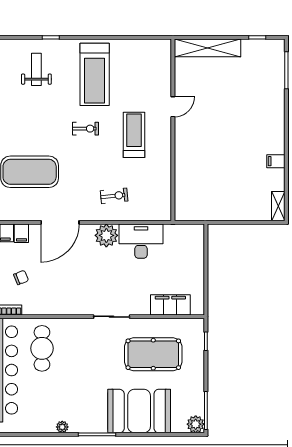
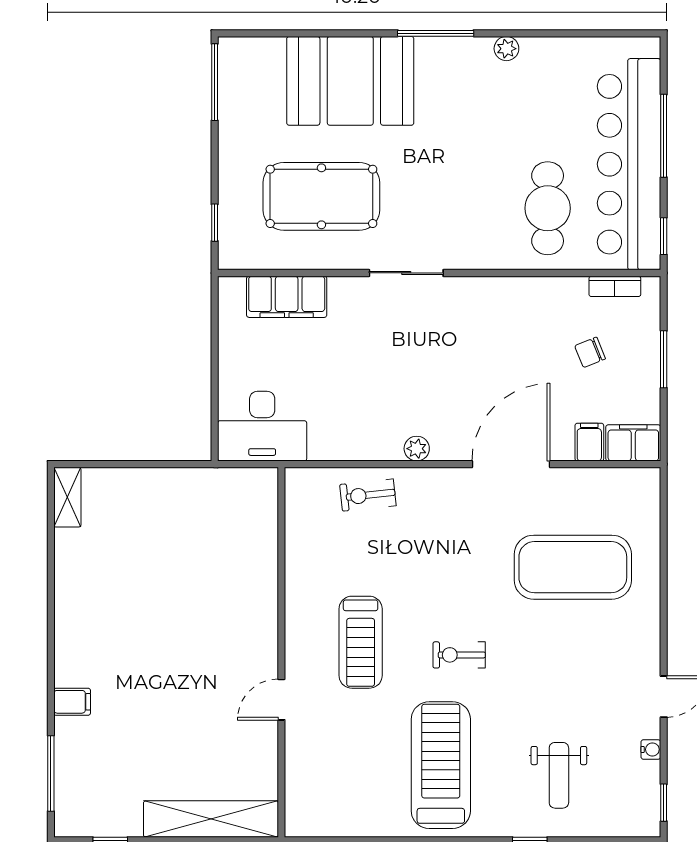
filing cabinet: (276, 161) -> (72, 702), moved
exercise bike: (114, 196) -> (368, 495), moved
plant: (106, 235) -> (417, 449), width x0.53, depth x0.53
desk: (141, 241) -> (262, 426), moved
plant: (196, 424) -> (235, 54), removed

